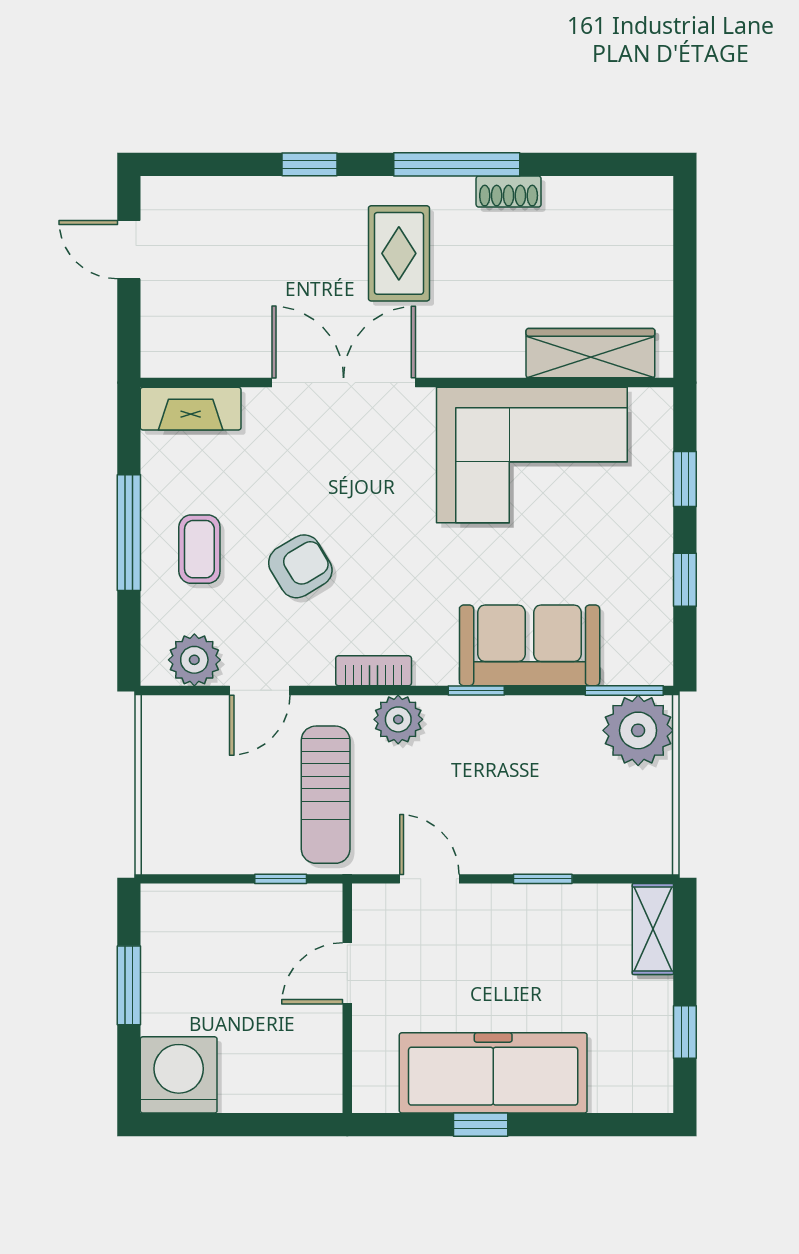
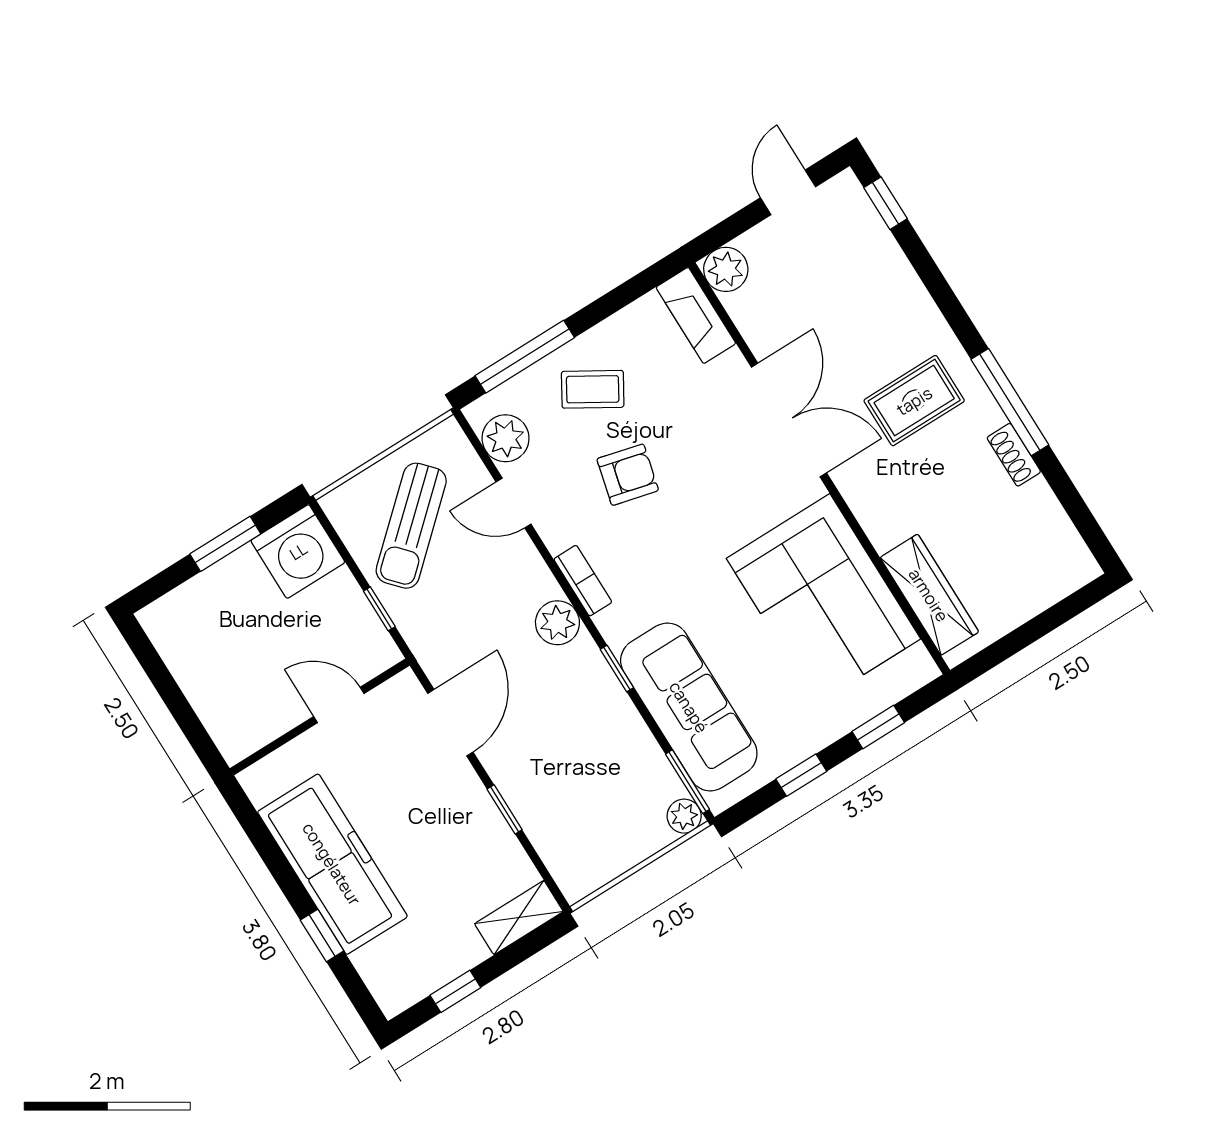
window: (309, 164) -> (886, 203), moved
plant: (165, 353) -> (726, 269), added
window: (129, 533) -> (525, 357), moved
coffee table: (199, 549) -> (593, 389), turned 31
armchair: (300, 566) -> (628, 475), turned -45
sofa: (530, 645) -> (689, 707), width x1.36
plant: (638, 730) -> (684, 816), width x0.53, depth x0.53
sun lounger: (326, 795) -> (411, 526), moved, turned -42
door: (429, 879) -> (450, 723), width x1.38
washing machine: (179, 1075) -> (298, 551), moved, turned 90
window: (481, 1125) -> (322, 936), moved

